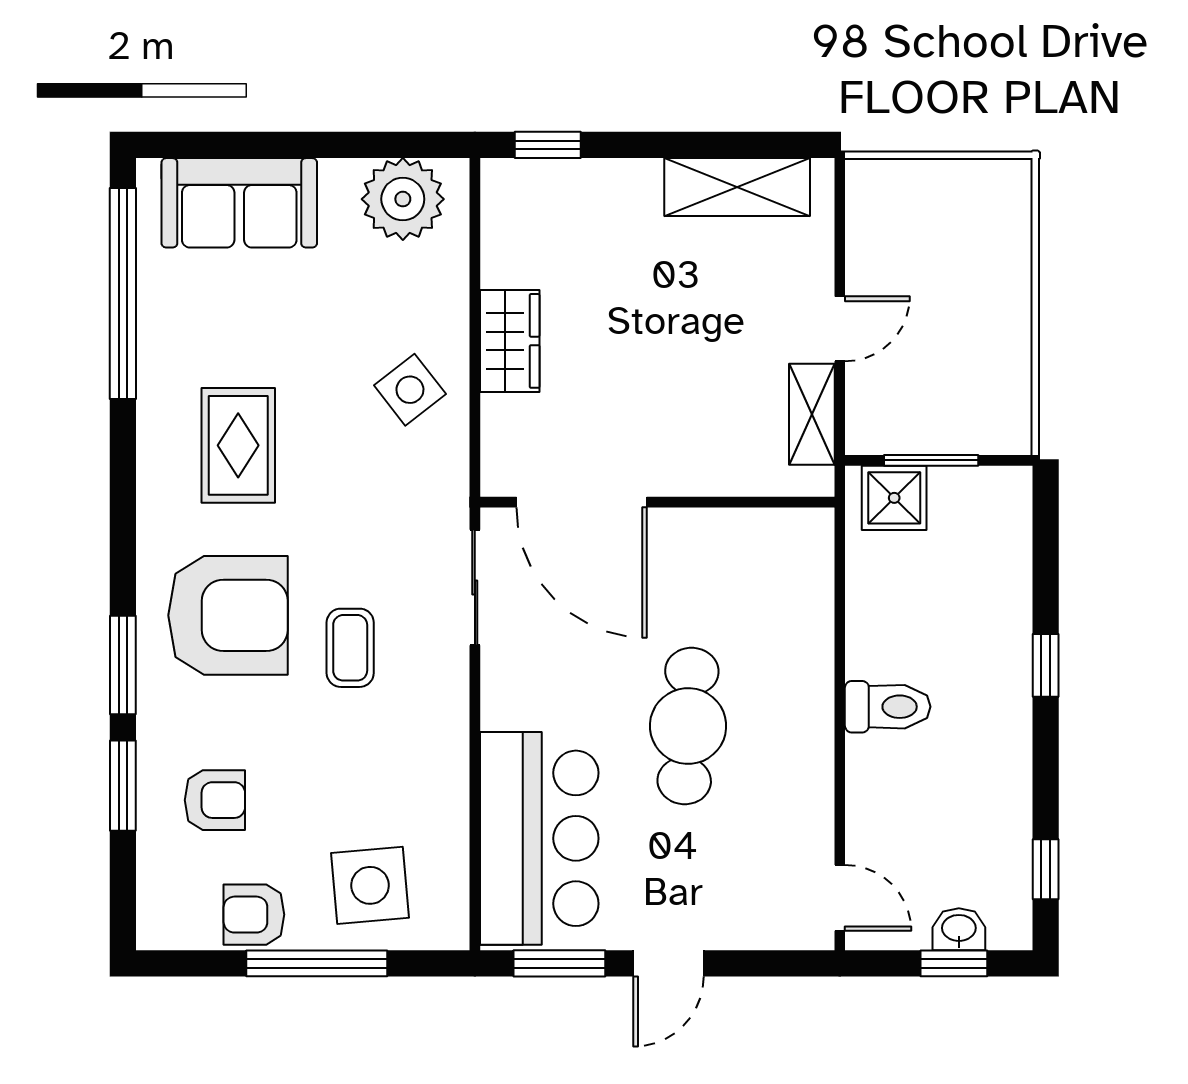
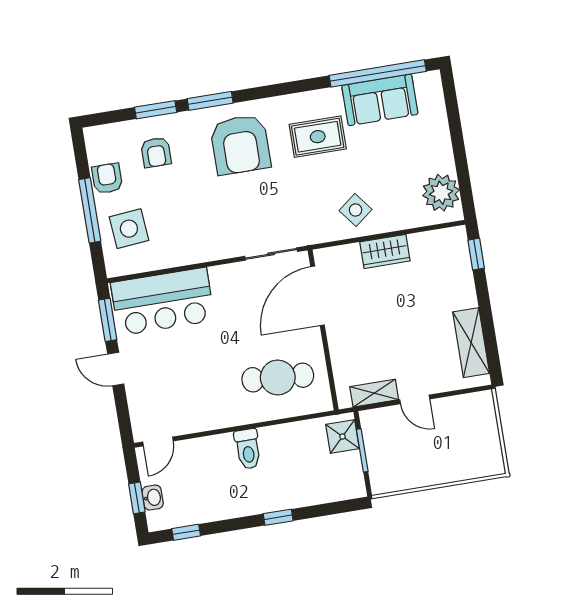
sofa: (239, 203) -> (380, 100), moved, turned -90
coffee table: (350, 648) -> (235, 202), removed
cafe table: (688, 726) -> (278, 377), moved

